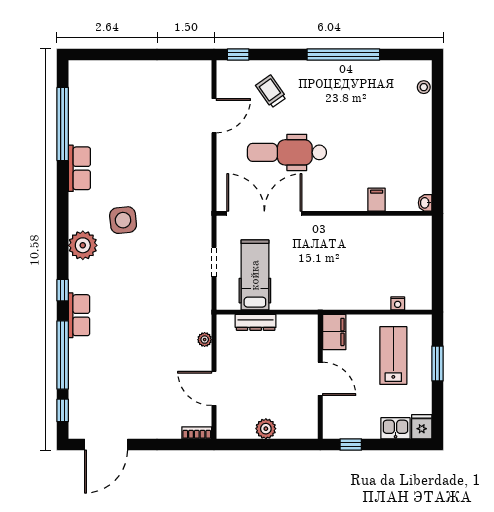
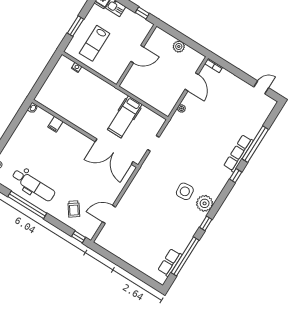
dental chair: (287, 152) -> (34, 185), moved
row of seats: (79, 168) -> (170, 262), moved
plant: (83, 245) -> (205, 203), moved
hospital bed: (255, 275) -> (125, 117), moved
row of seats: (79, 315) -> (238, 153), width x1.48
dresser: (256, 322) -> (151, 101), removed
filing cabinet: (334, 332) -> (116, 73), removed
door: (320, 379) -> (137, 54), swing flipped
window: (63, 410) -> (206, 223), moved
door: (106, 445) -> (261, 87), width x0.53

